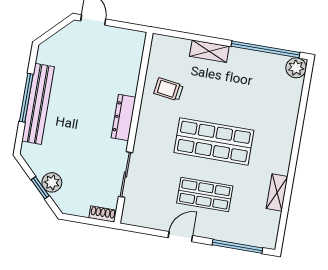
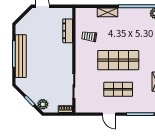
dresser: (124, 117) -> (68, 31), moved
plant: (52, 182) -> (43, 104), moved
door: (180, 237) -> (109, 114), swing flipped

